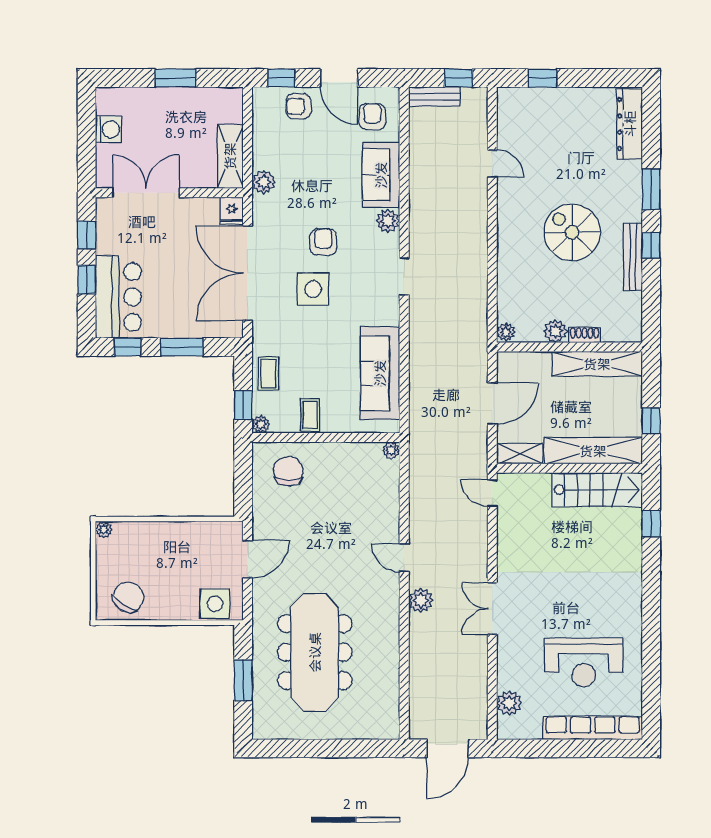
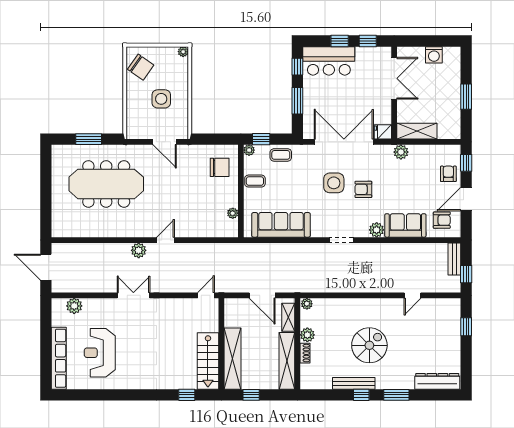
armchair: (323, 242) -> (363, 189), turned 180
plant: (391, 450) -> (233, 213), moved
shelving: (520, 454) -> (288, 317), moved
side table: (215, 604) -> (161, 99), moved

